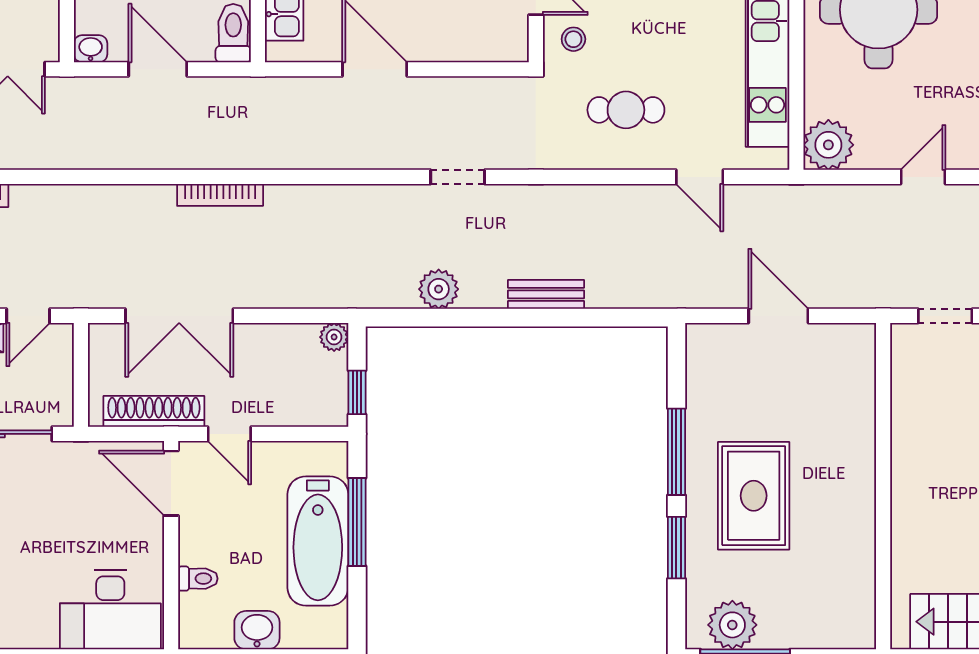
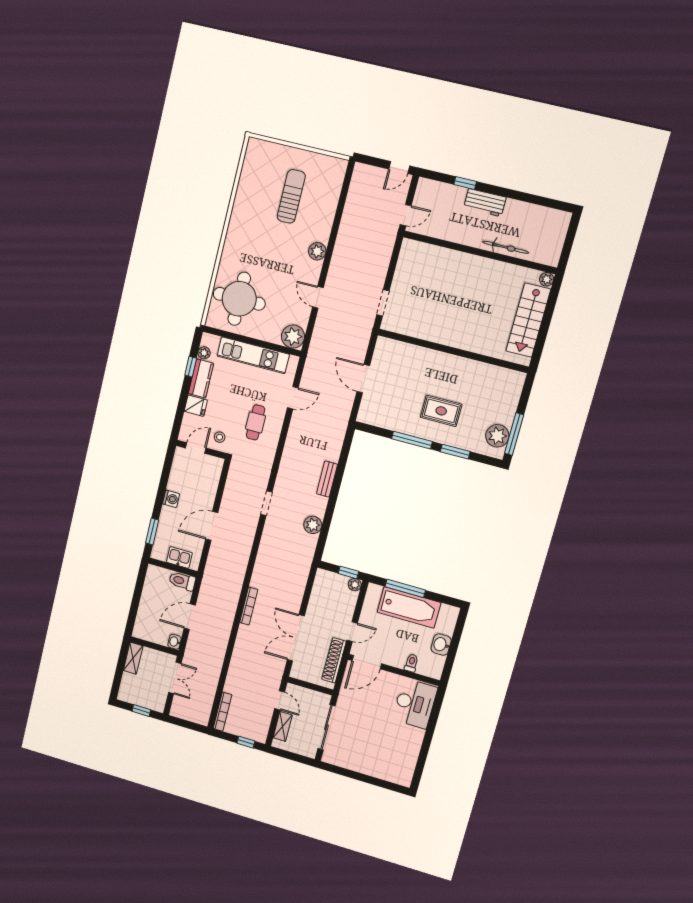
double door: (179, 316) -> (296, 638), swing flipped
door: (778, 316) -> (363, 379), hinge flipped
plant: (334, 337) -> (355, 585), moved
rug: (754, 496) -> (441, 411), width x0.73, depth x0.70

